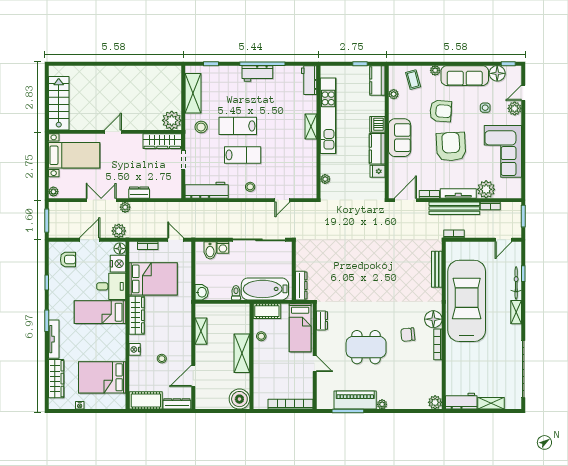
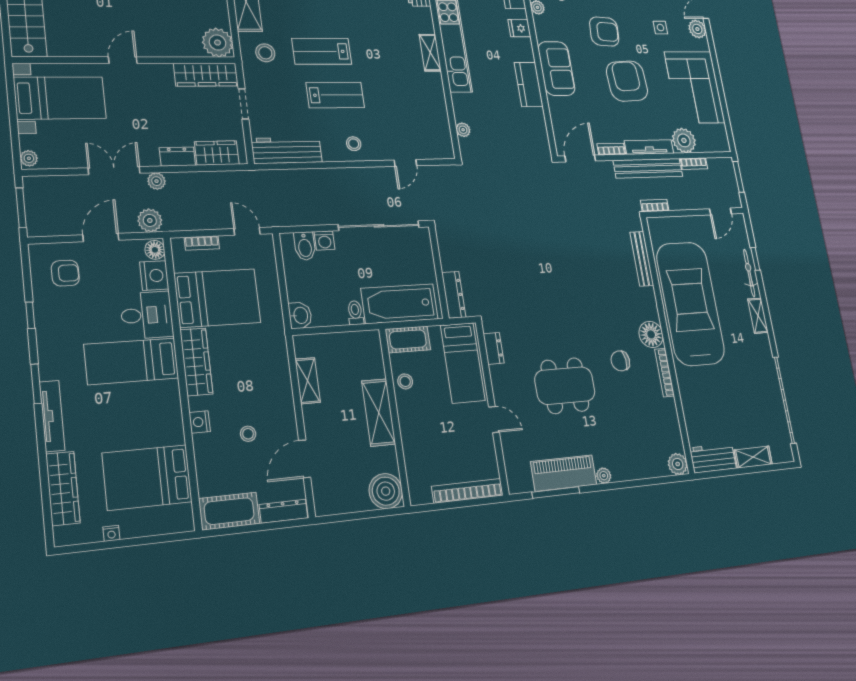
dishwasher: (377, 124) -> (523, 50), removed
fridge: (378, 171) -> (519, 28), moved
wardrobe: (163, 191) -> (217, 153), added

